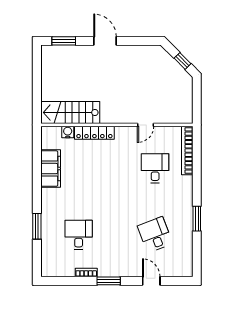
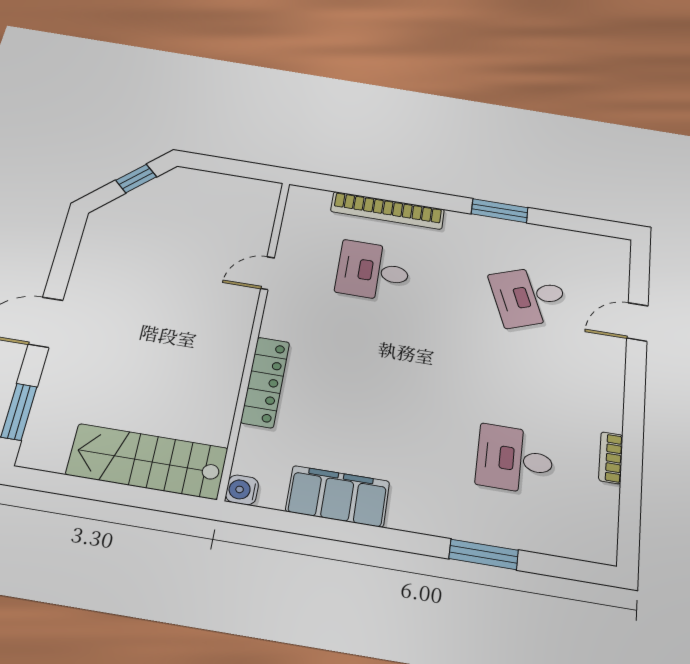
stairs: (70, 113) -> (147, 461), moved, turned 90
door: (145, 125) -> (268, 273), swing flipped
water cooler: (68, 132) -> (242, 490), moved
bookcase: (187, 151) -> (388, 210), moved
window: (109, 281) -> (634, 411), removed

